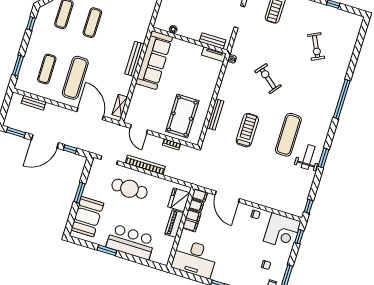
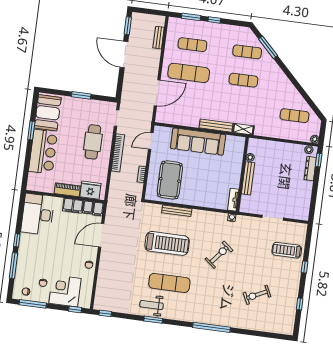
window: (31, 24) -> (214, 20), moved
bench: (213, 41) -> (248, 178), moved, width x1.36
sofa: (154, 60) -> (198, 142), moved
shelving: (120, 106) -> (243, 129), moved
pool table: (182, 116) -> (170, 180), turned 90
treadmill: (247, 130) -> (167, 243), width x1.37, depth x1.38
window: (70, 149) -> (121, 80), removed
weight bench: (308, 157) -> (152, 305), turned 180
booth: (87, 217) -> (48, 113), moved, turned 90
corner desk: (282, 231) -> (65, 291), moved, turned 90

